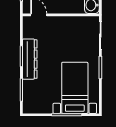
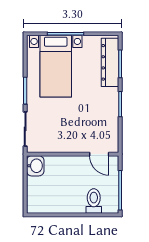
dresser: (30, 59) -> (110, 62), moved

